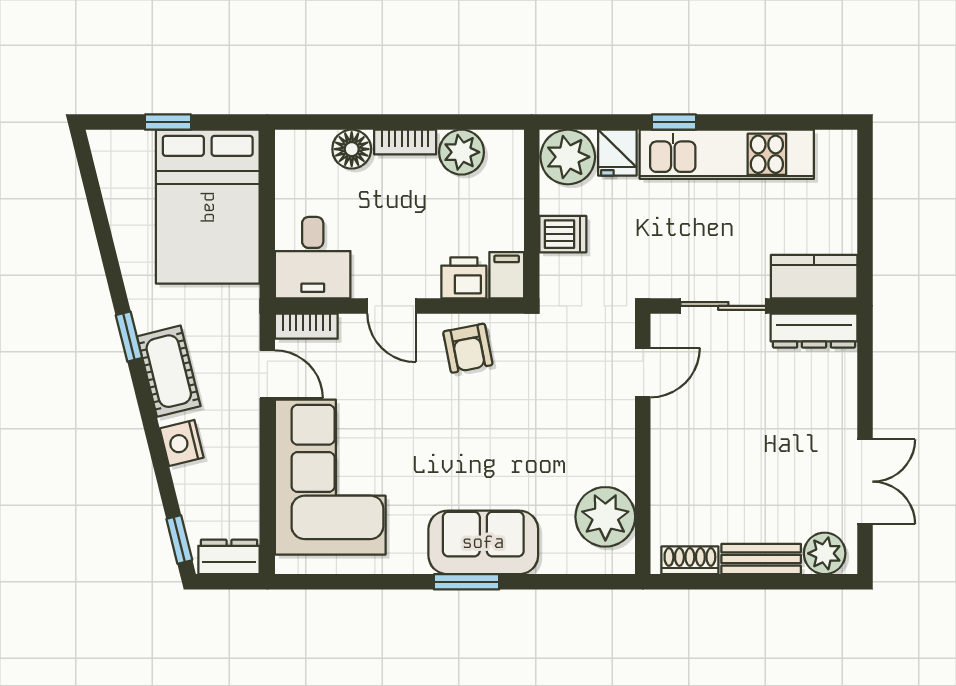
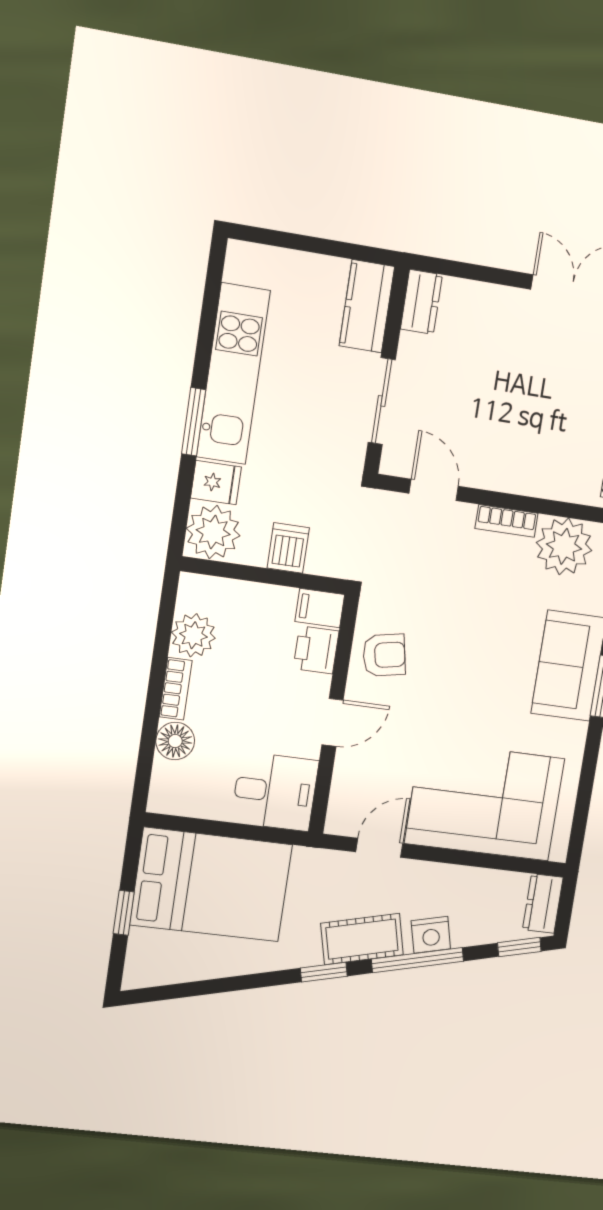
window: (674, 122) -> (194, 422), width x1.50
bookcase: (306, 326) -> (507, 521), moved, turned 90
dresser: (814, 331) -> (421, 302), width x0.70
window: (153, 433) -> (418, 960), added

